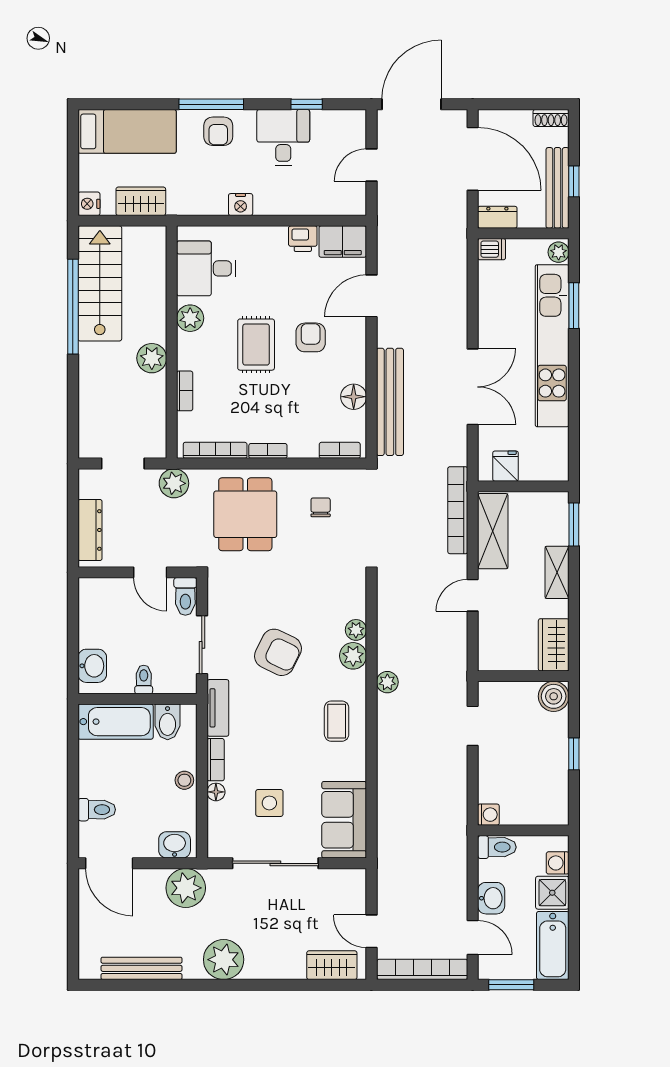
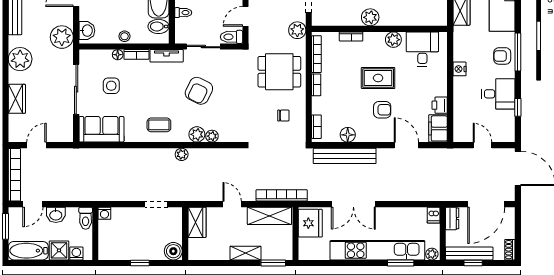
fridge: (505, 466) -> (310, 223), width x1.88, depth x1.34
wardrobe: (554, 645) -> (197, 222), moved, turned 90
wardrobe: (332, 965) -> (17, 99), moved

